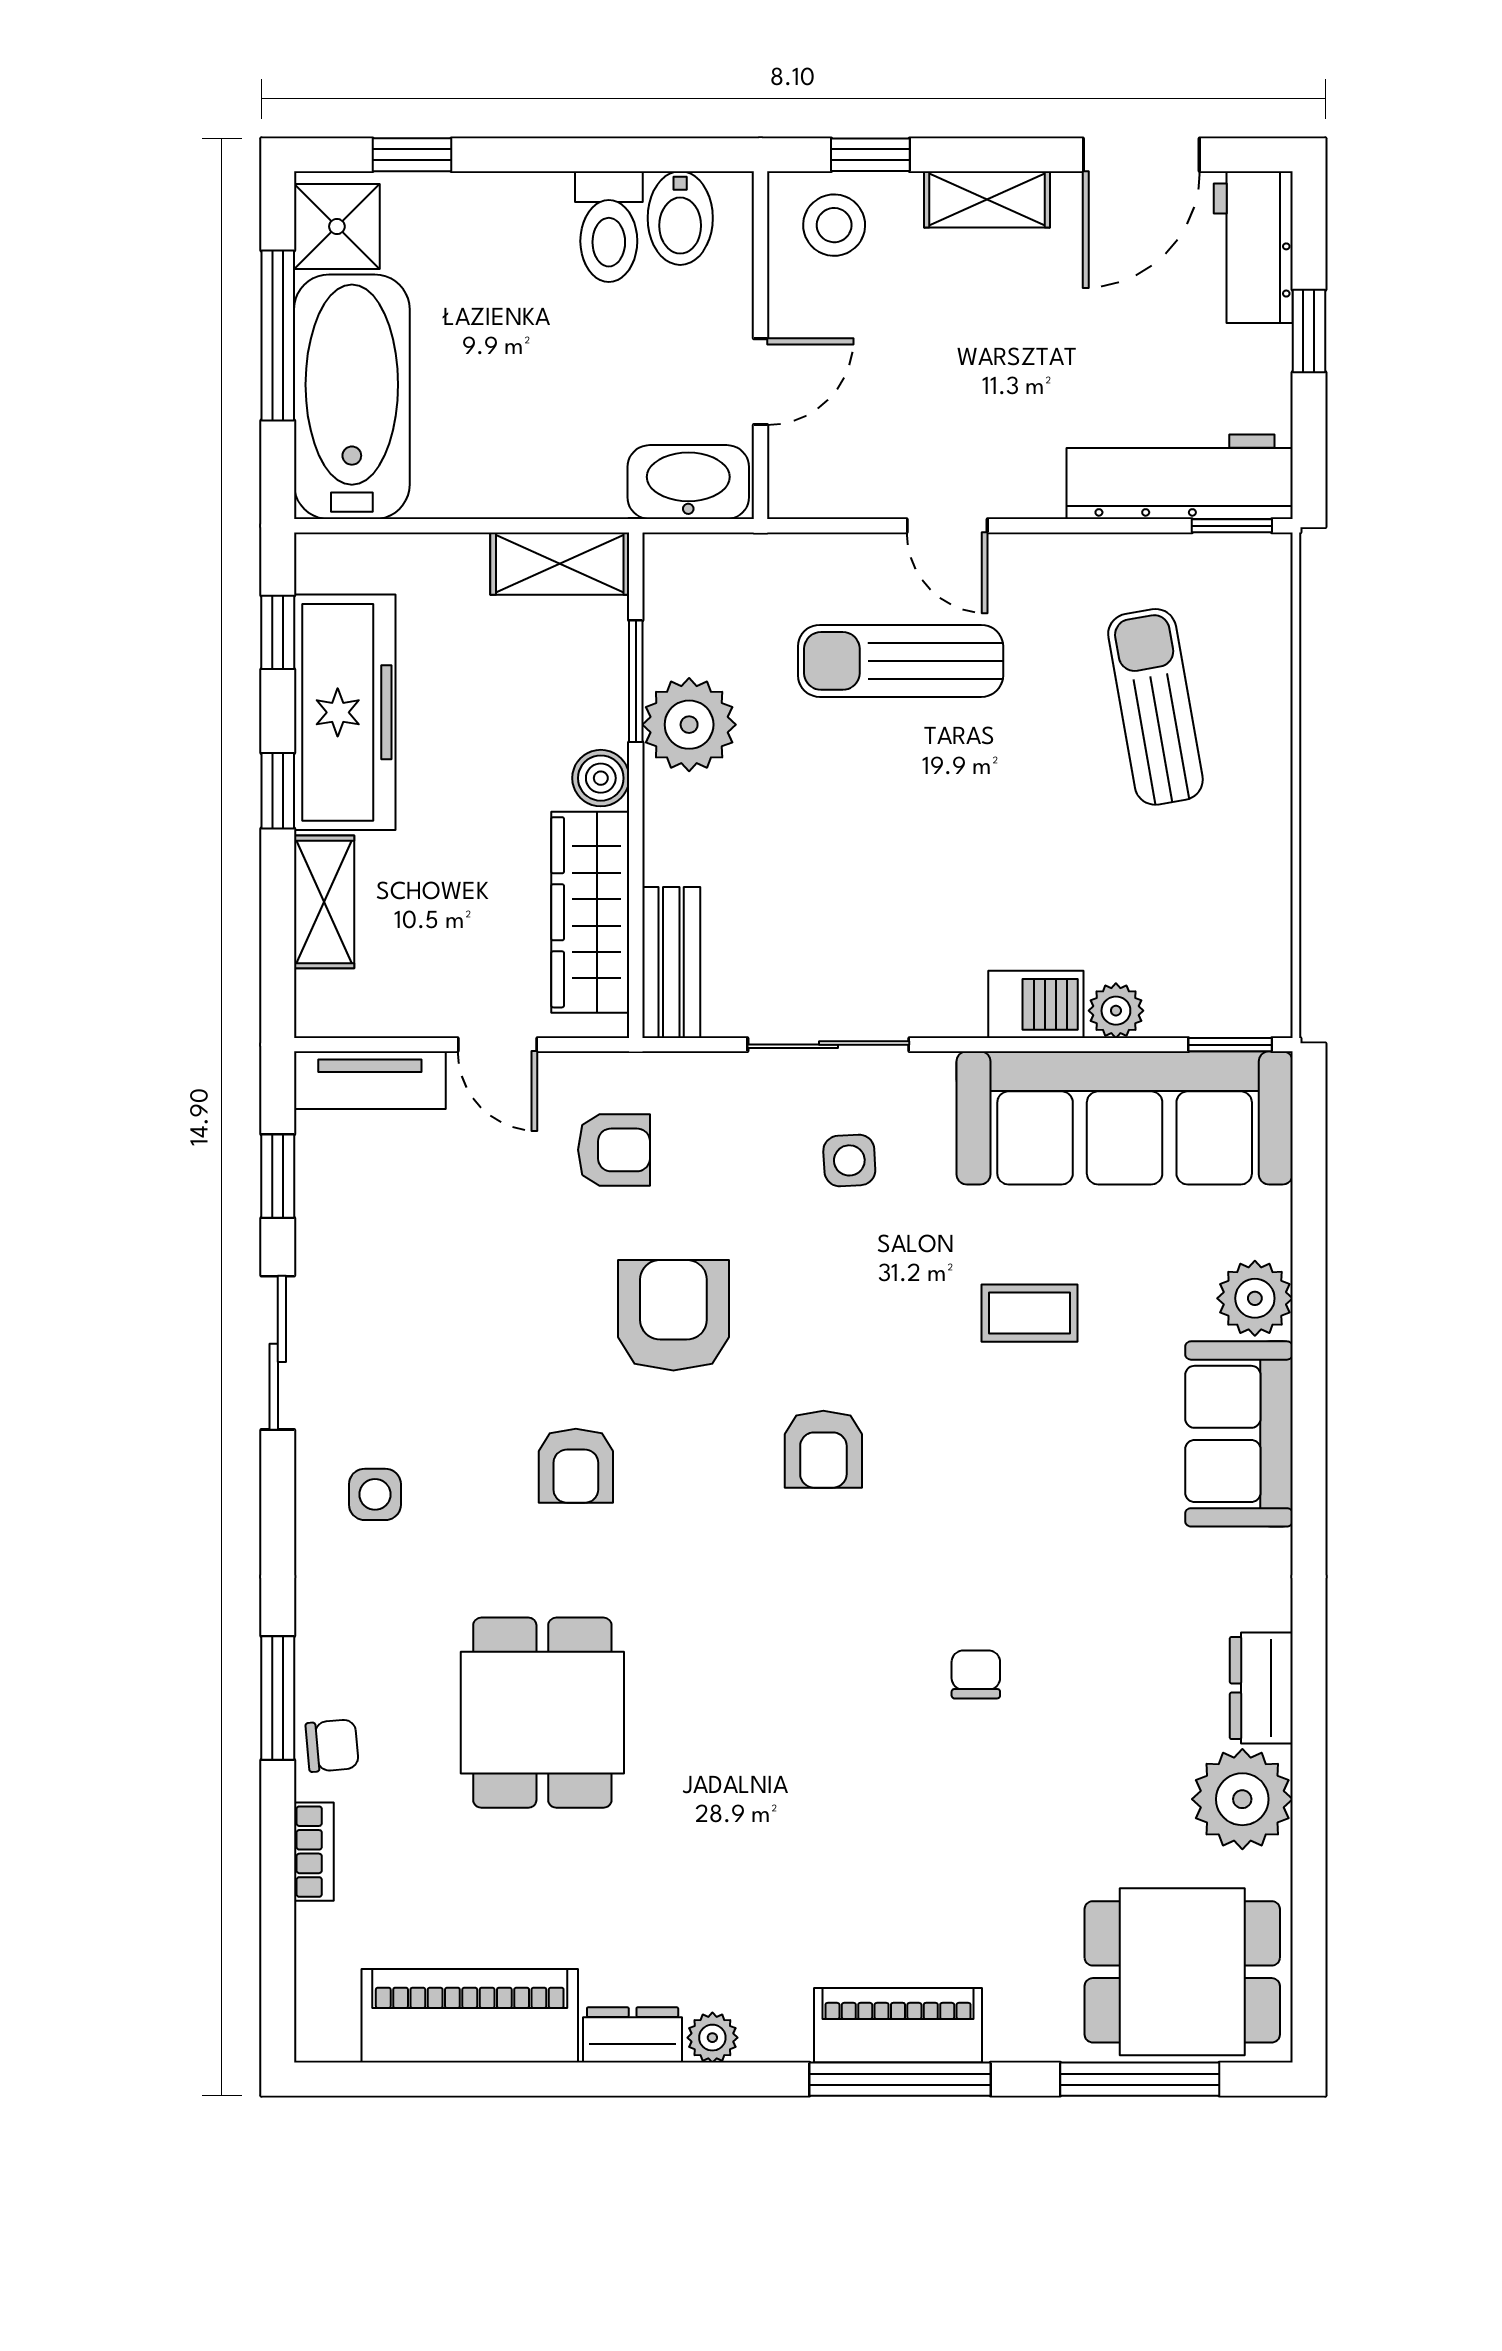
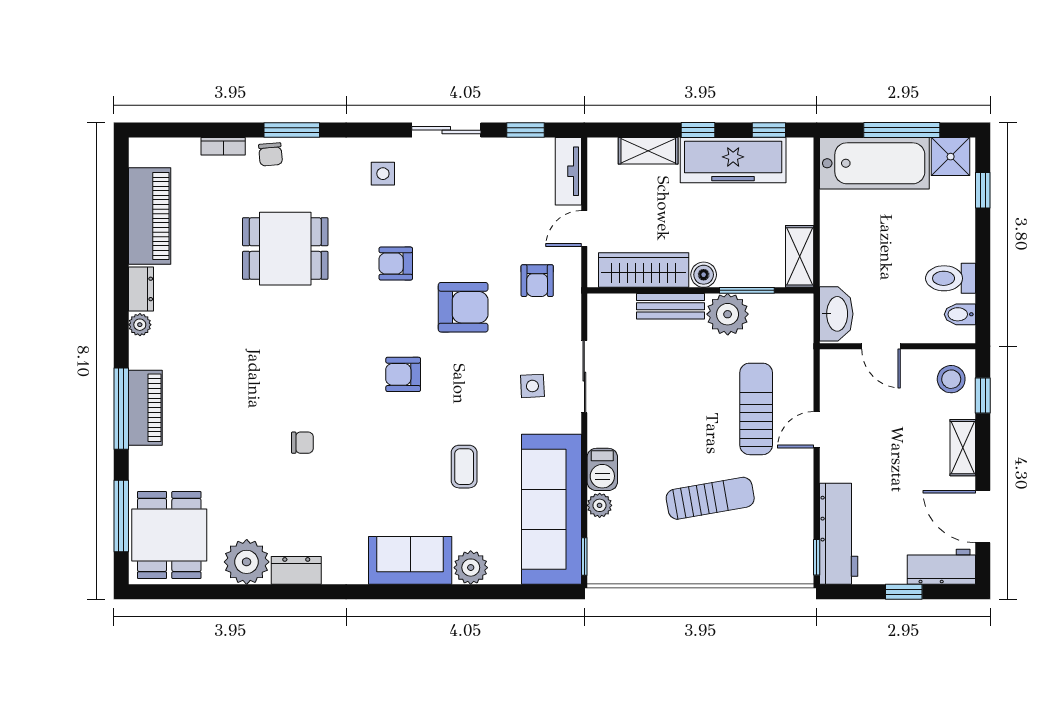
bidet: (680, 218) -> (960, 314), width x0.72, depth x0.74
sun lounger: (1155, 707) -> (710, 498), moved
bench: (671, 962) -> (670, 306), moved

